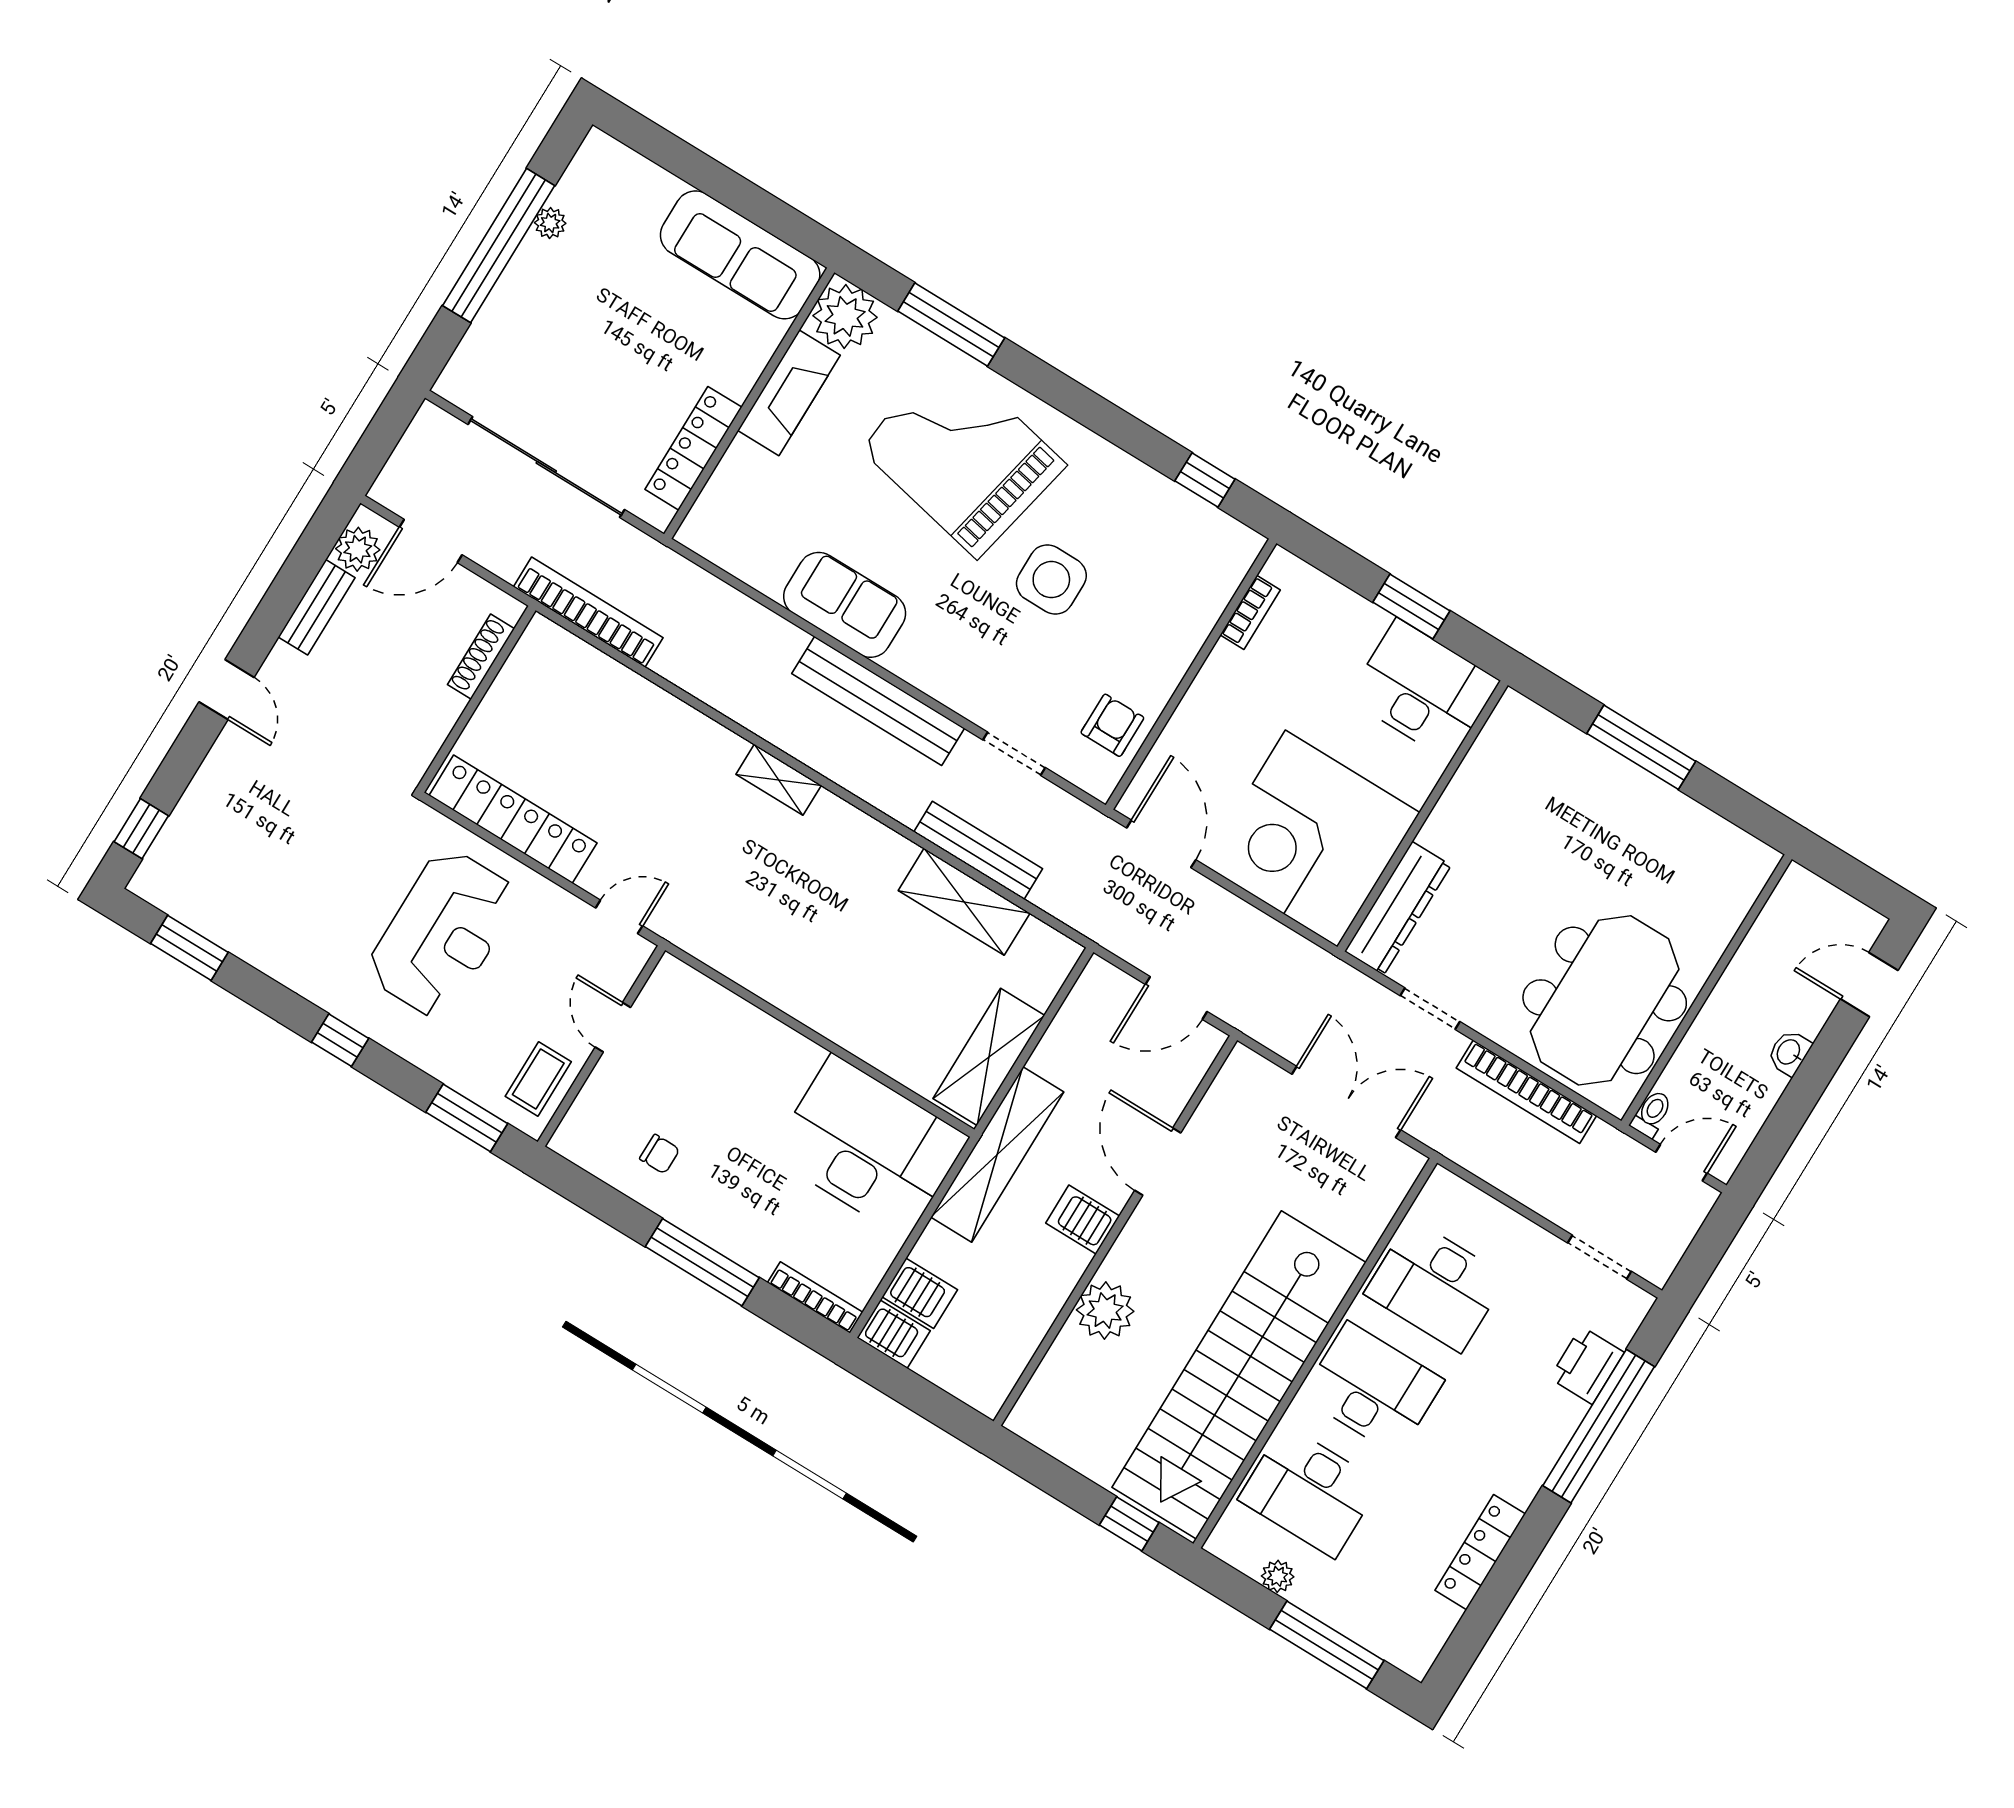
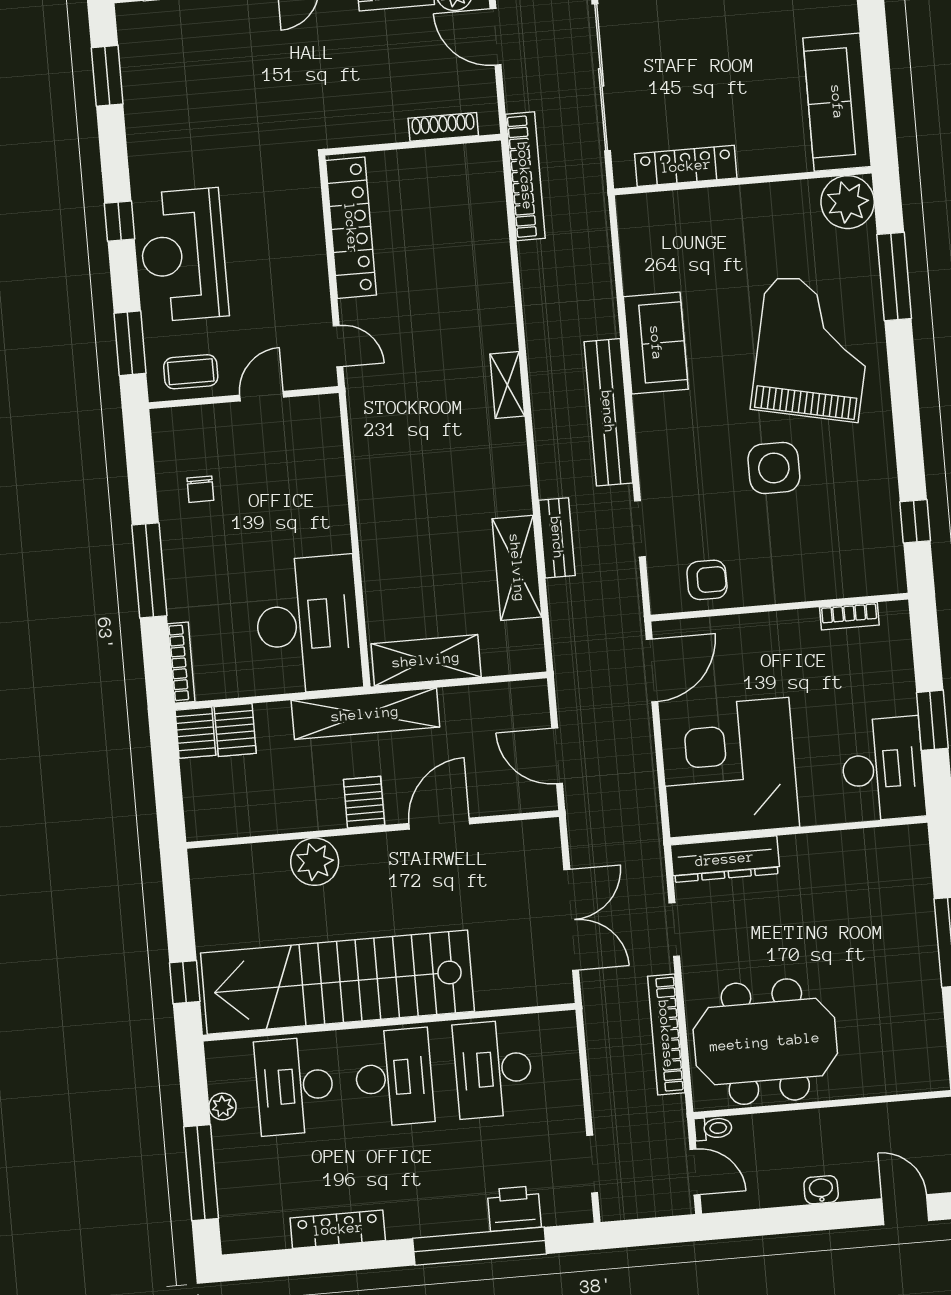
fireplace: (789, 393) -> (769, 202), removed
bench: (978, 850) -> (557, 538), width x0.73
reception desk: (443, 933) -> (183, 255), moved, turned 90

